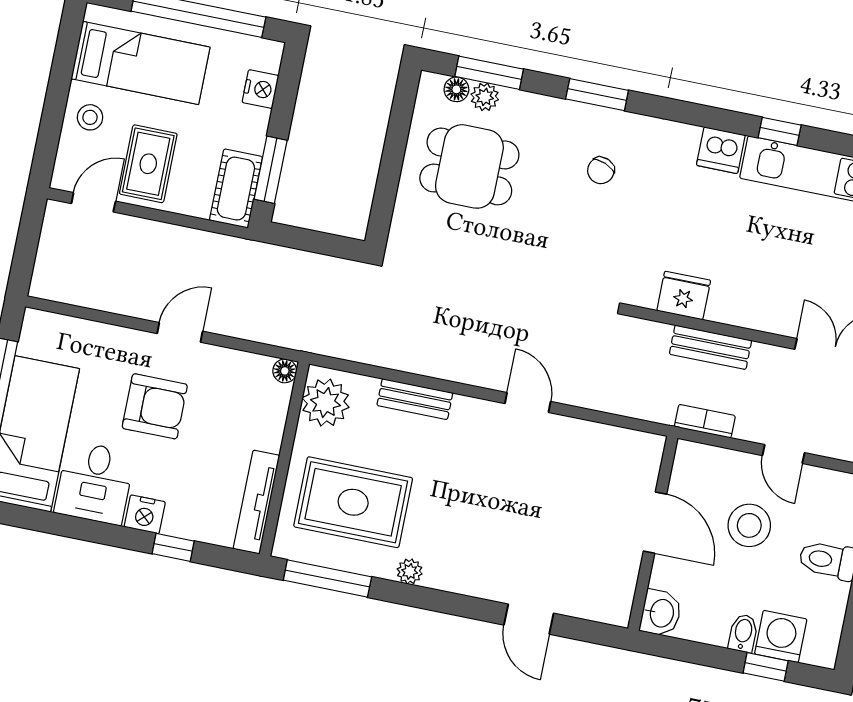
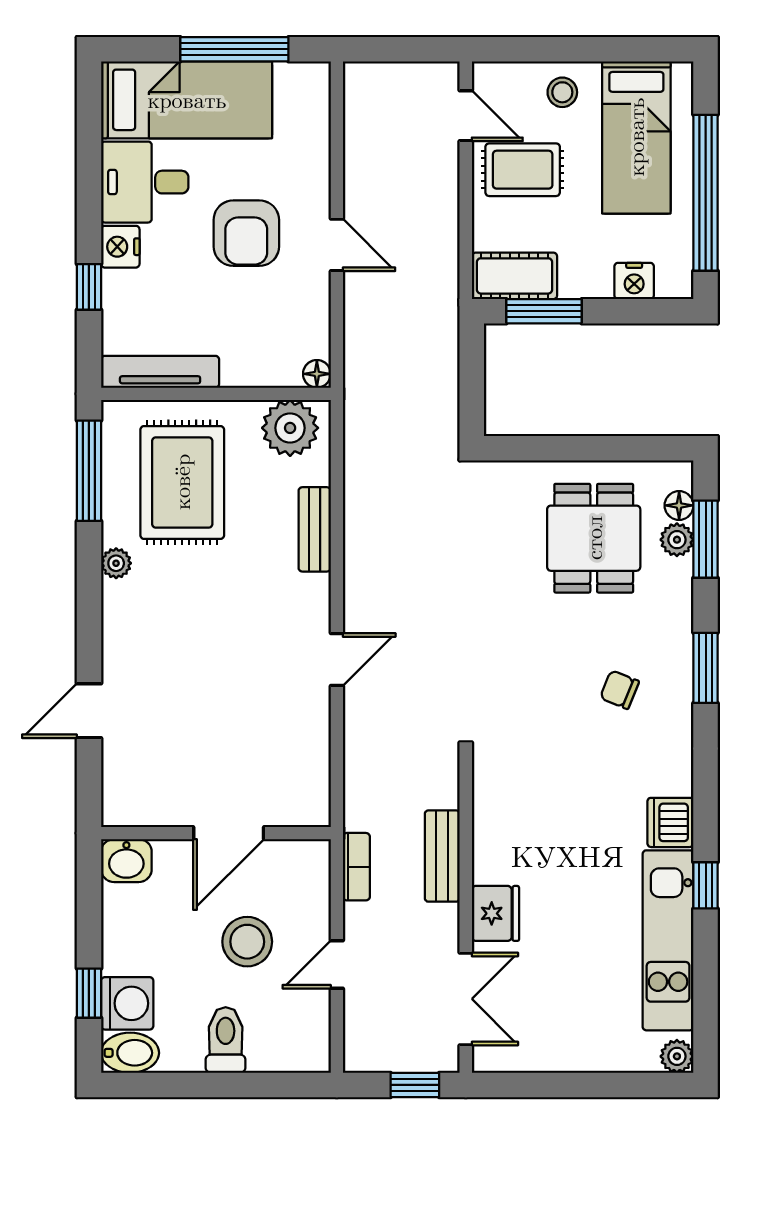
fridge: (684, 295) -> (495, 913), moved
bidet: (743, 633) -> (130, 1053), moved, width x1.38, depth x1.36

